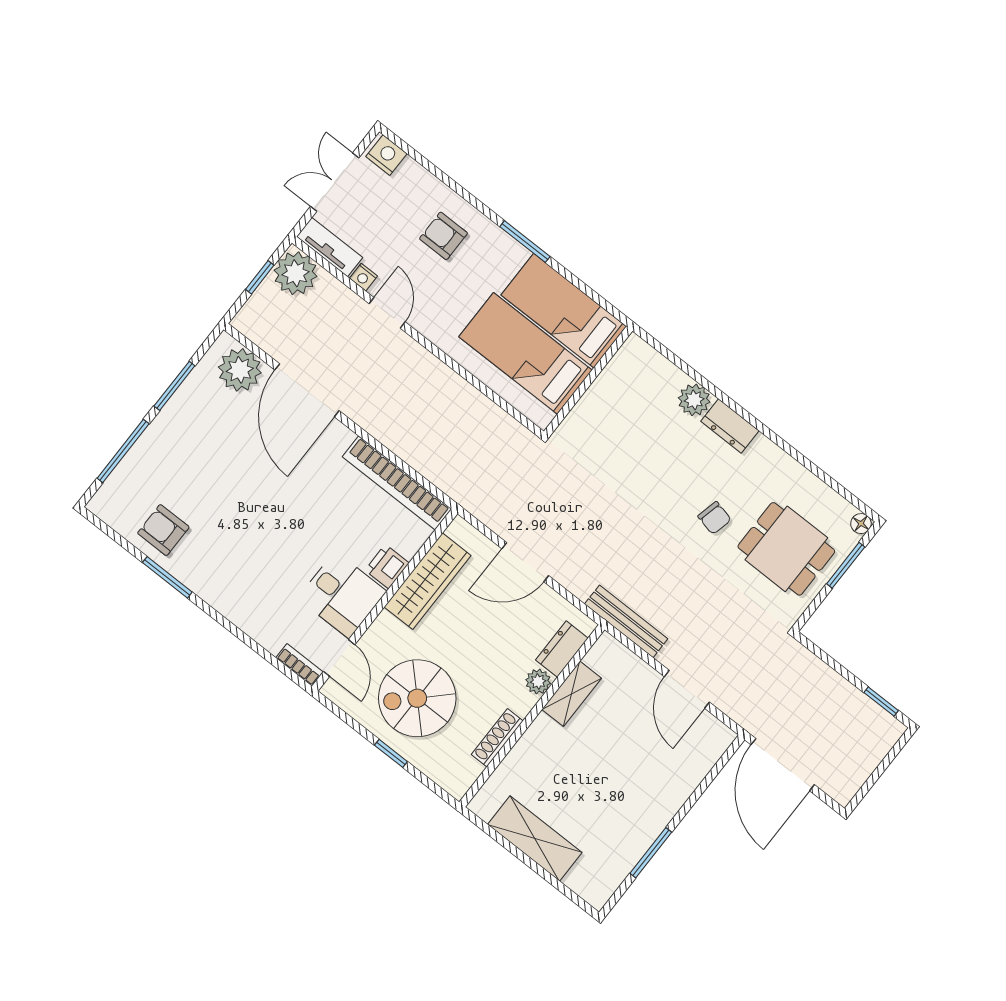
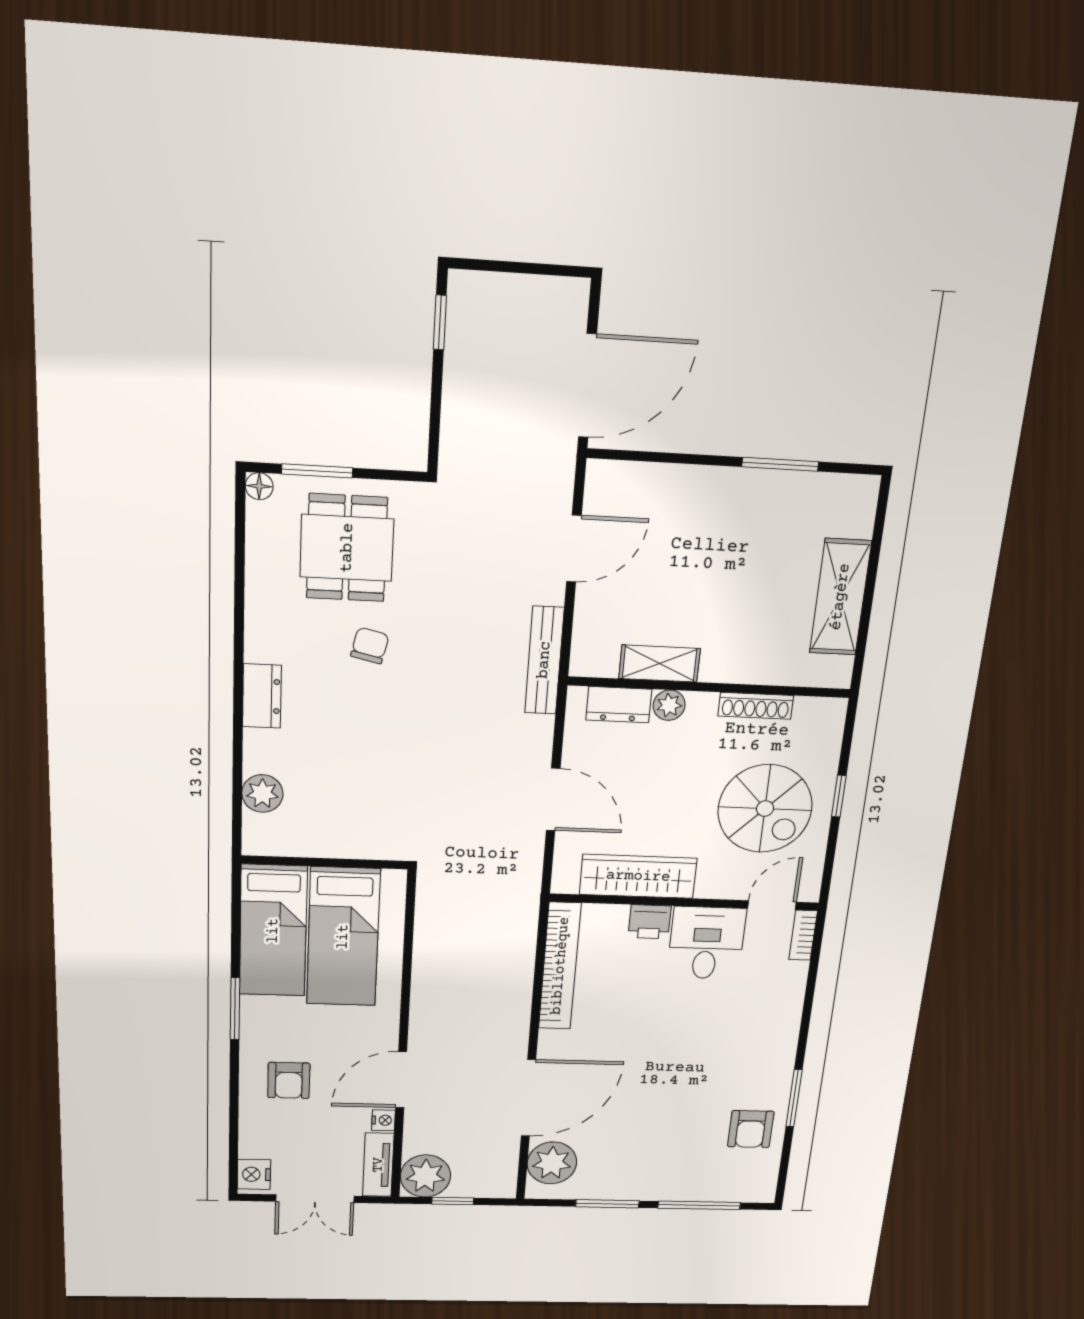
door: (387, 313) -> (401, 1080), width x1.38
plant: (694, 400) -> (262, 794), moved

